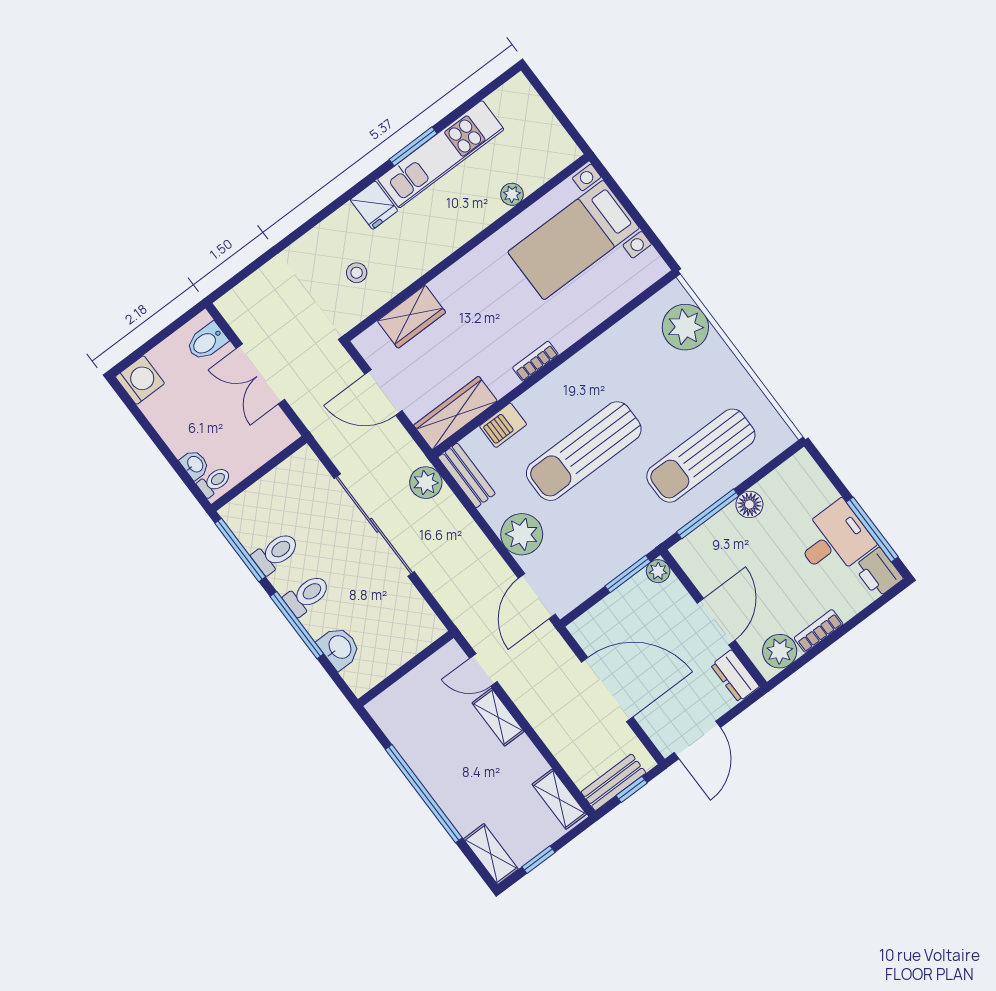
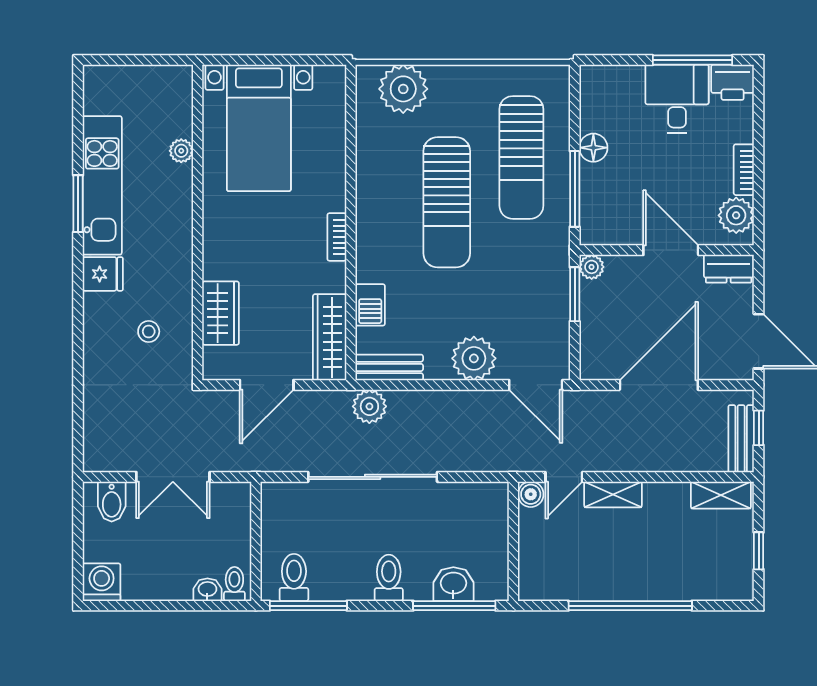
sun lounger: (584, 451) -> (447, 202), moved
toilet: (276, 553) -> (294, 577), moved
window: (297, 625) -> (454, 606), moved
boiler: (451, 655) -> (531, 494), added
shelving: (491, 854) -> (724, 587), removed

